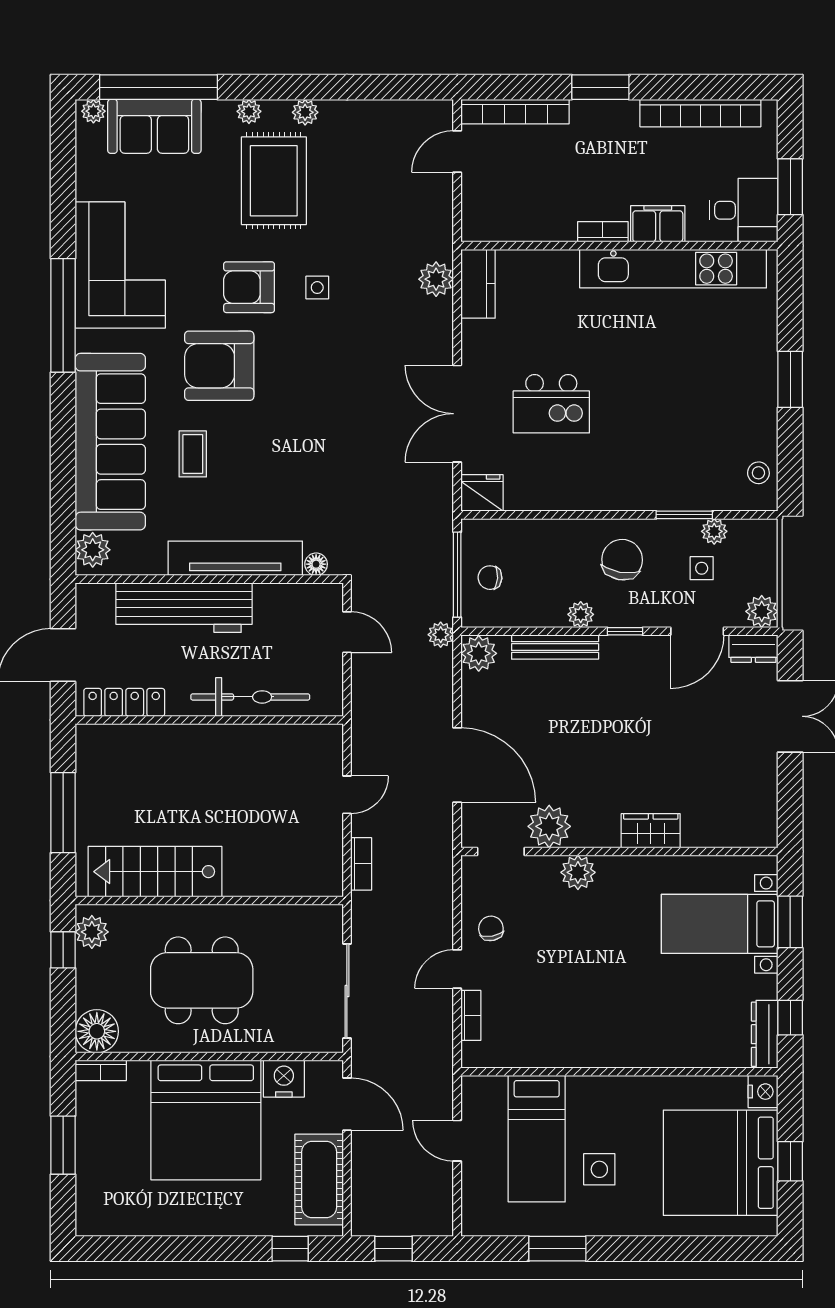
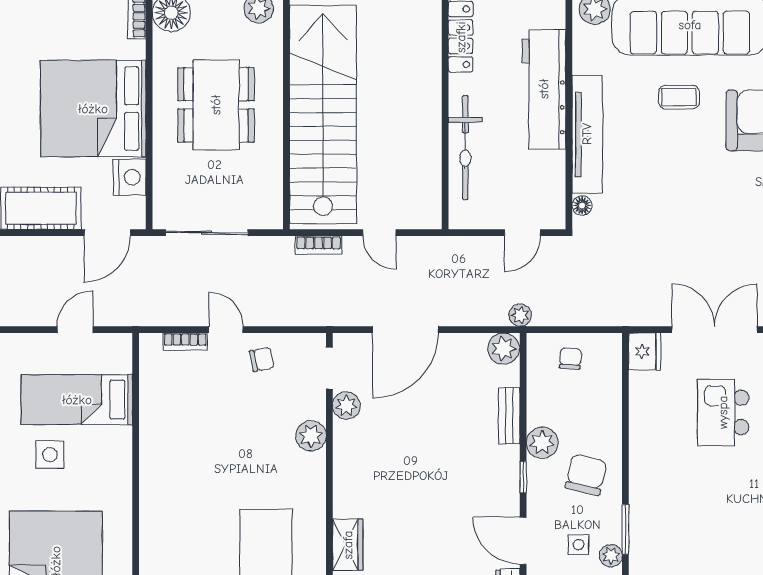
chair: (622, 560) -> (586, 475), turned -87
window: (457, 575) -> (573, 330), removed
plant: (581, 614) -> (542, 443), width x1.38, depth x1.38
bench: (555, 647) -> (509, 416), width x0.73
plant: (549, 826) -> (346, 406), width x0.73, depth x0.73
wardrobe: (651, 831) -> (348, 545), moved
stairs: (155, 872) -> (323, 114), width x1.86, depth x1.51

